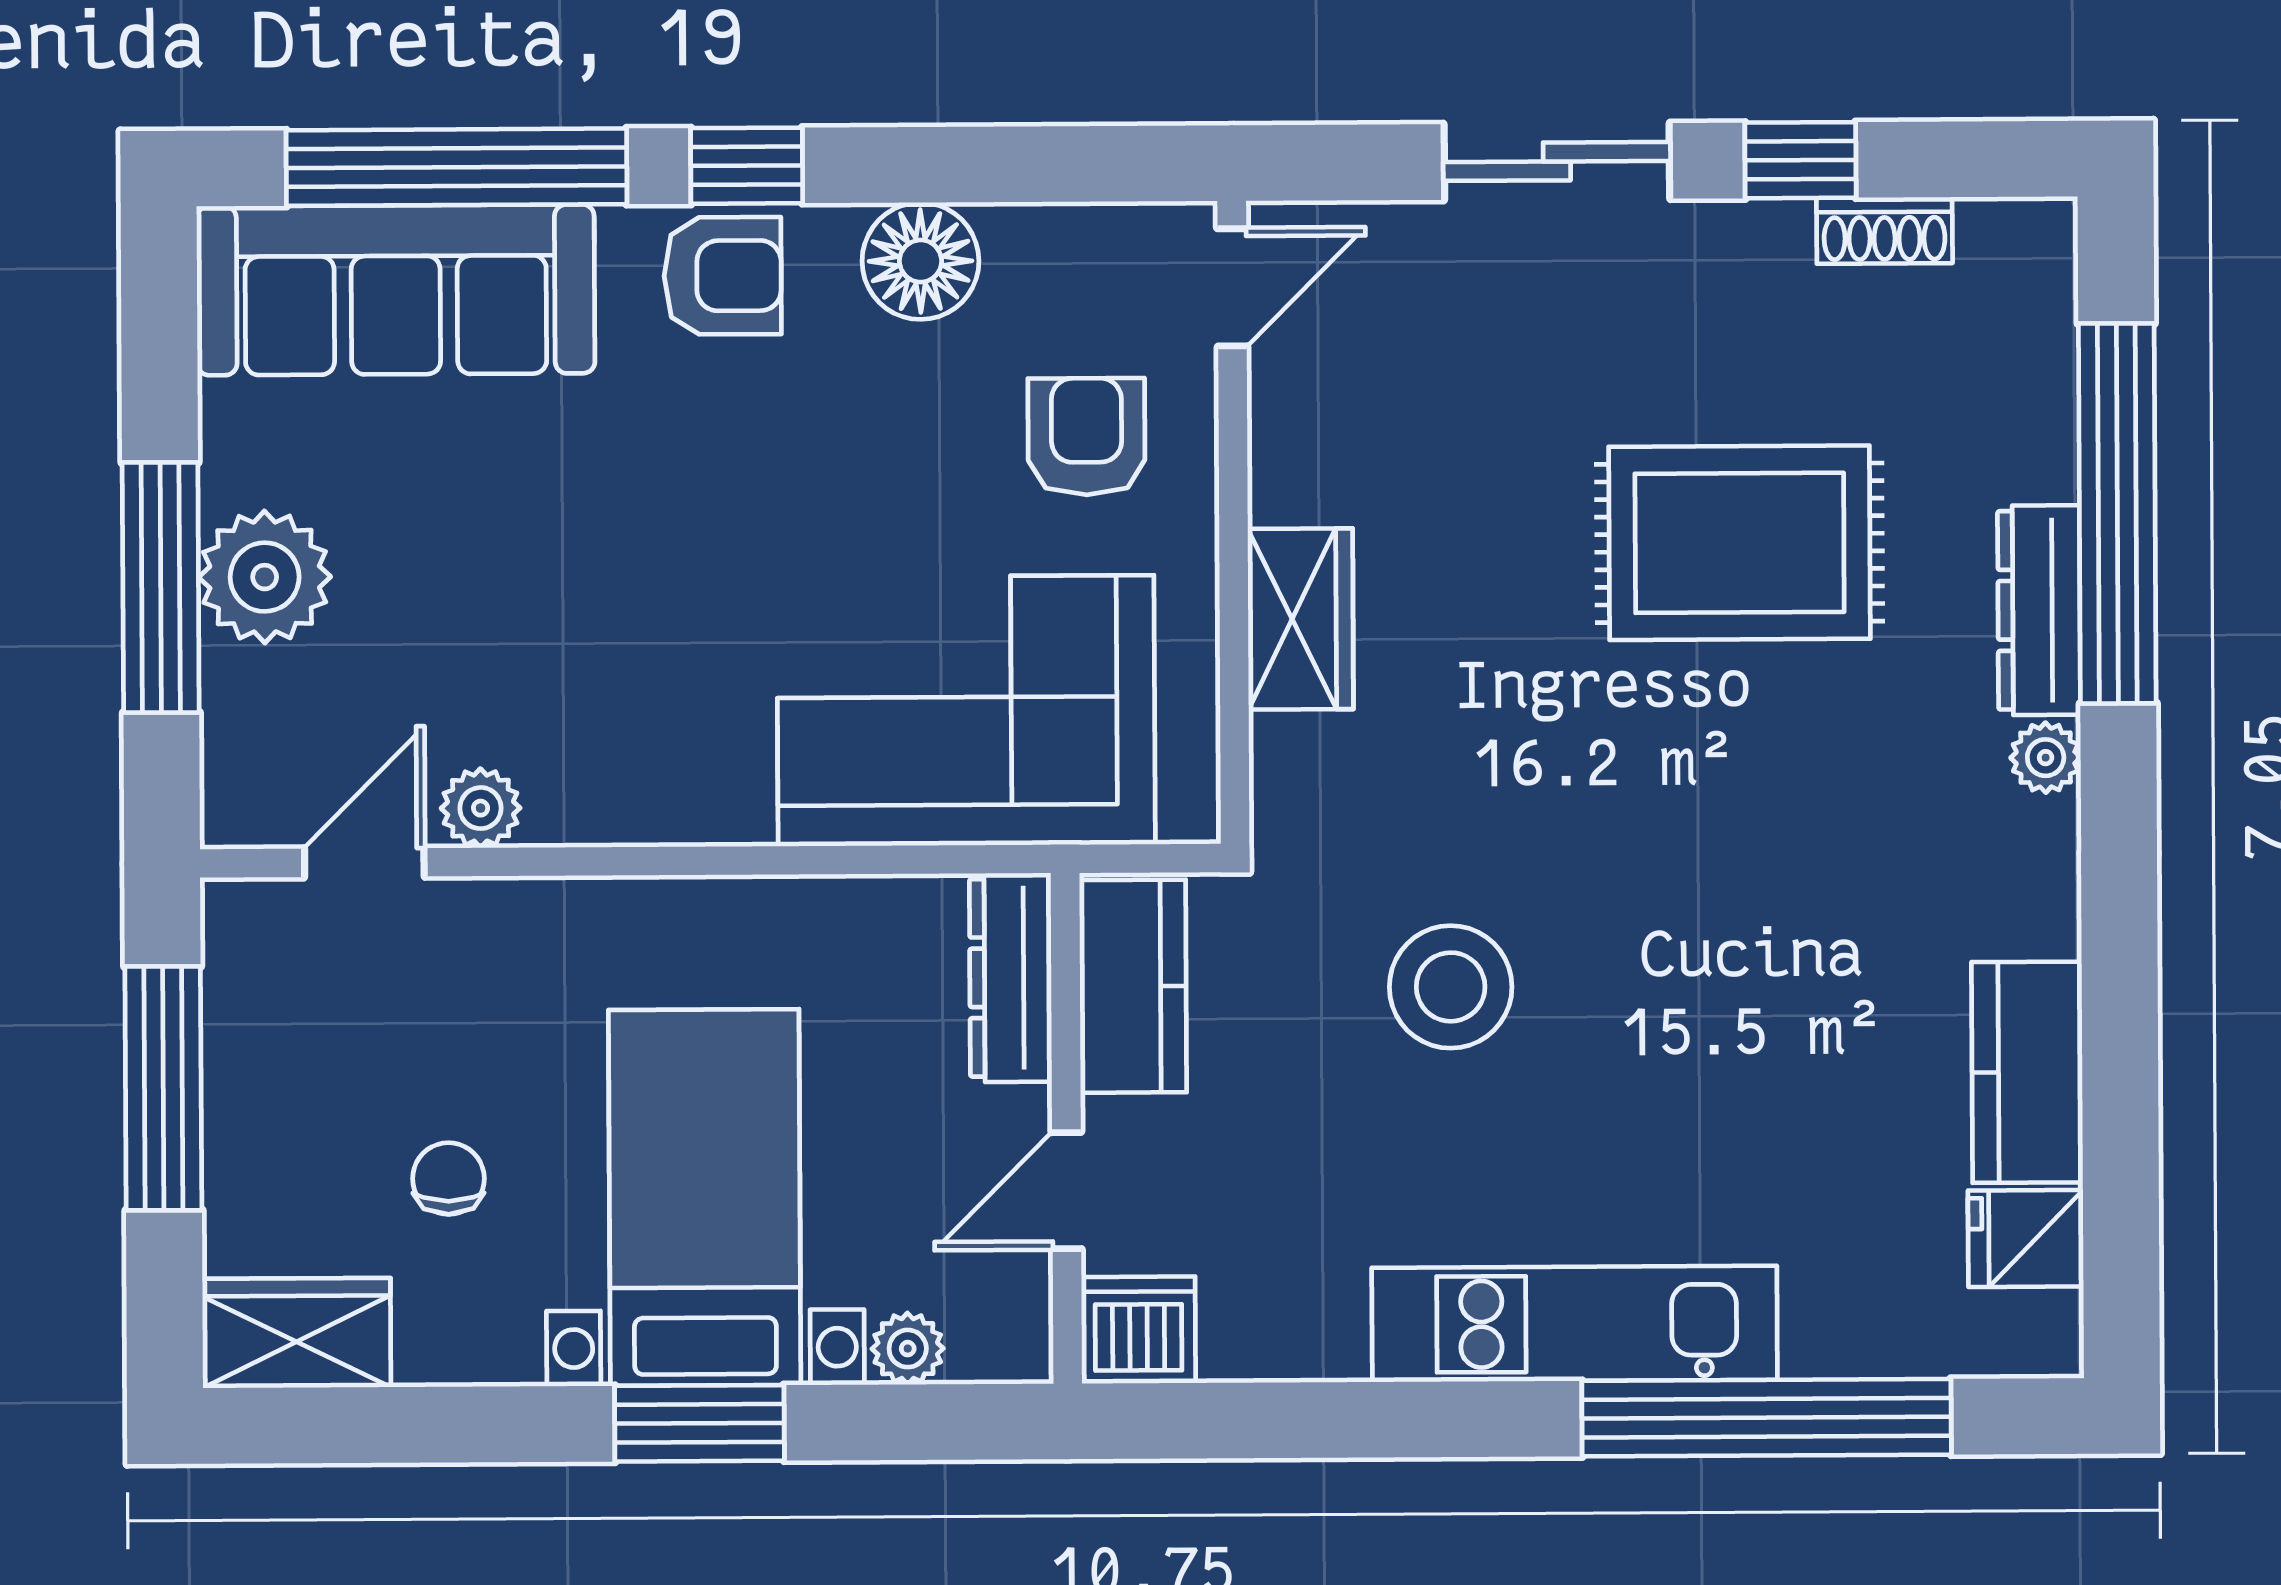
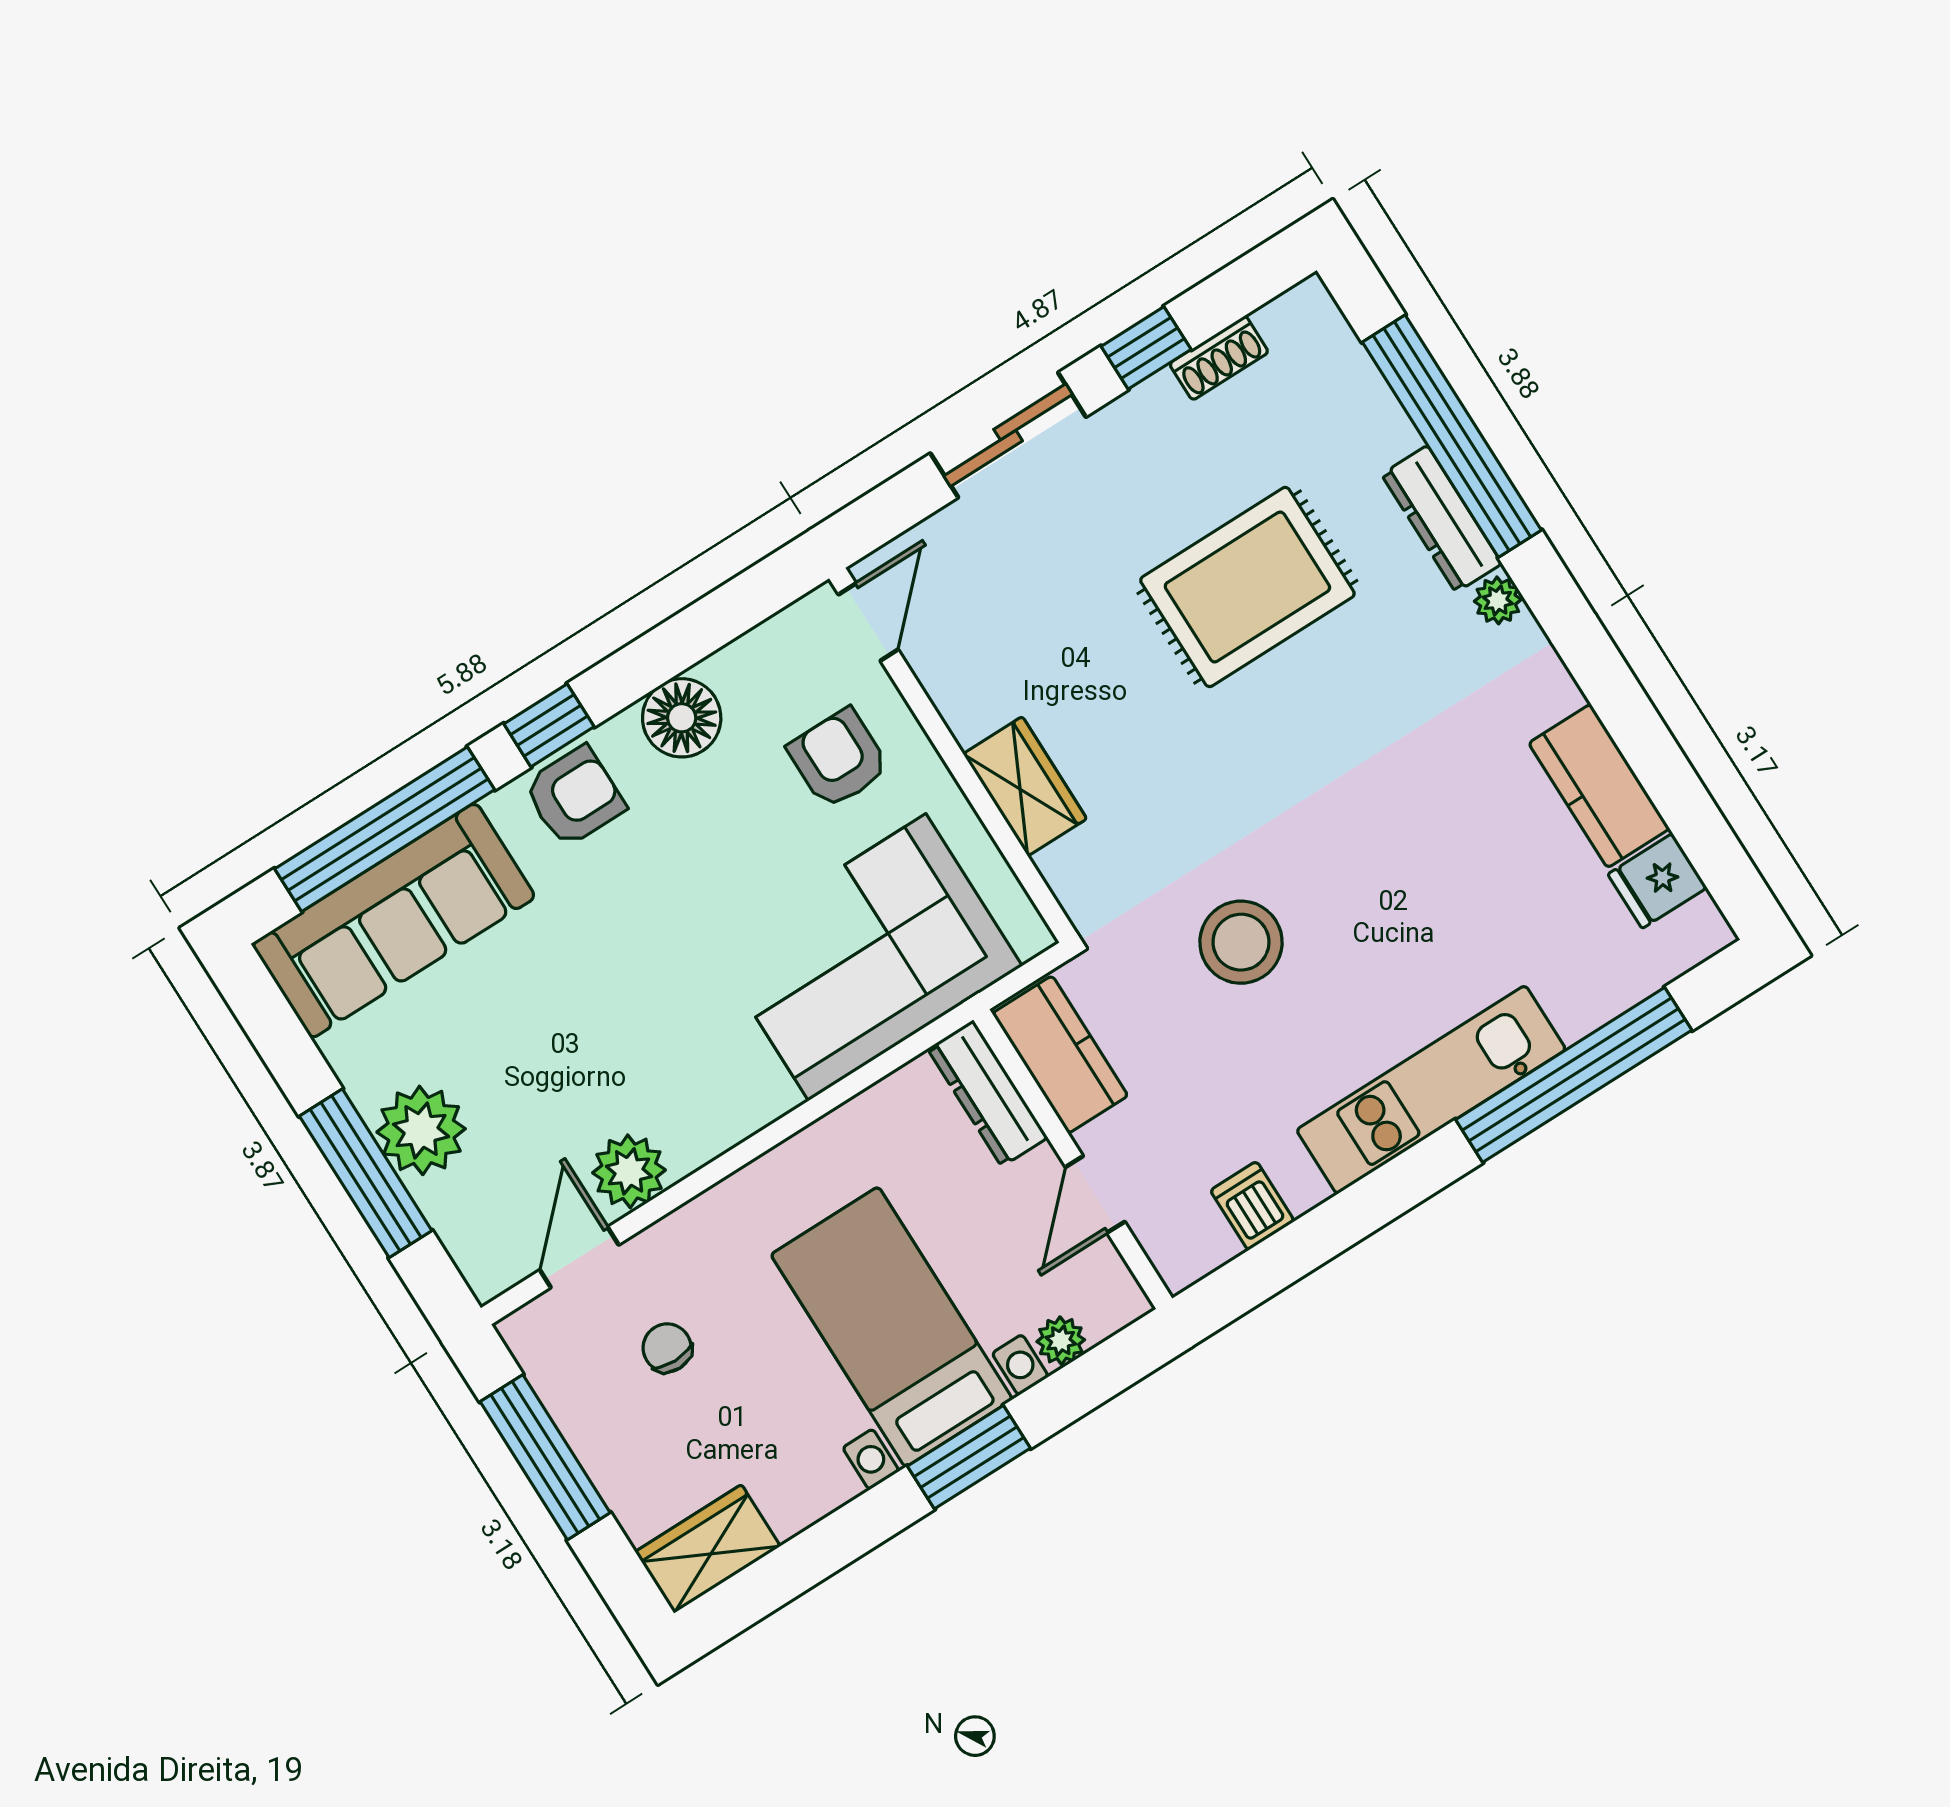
plant: (481, 808) -> (629, 1171), width x1.38, depth x1.38
chair: (448, 1179) -> (667, 1348), moved
dishwasher: (1139, 1330) -> (1252, 1206), moved, width x0.73

